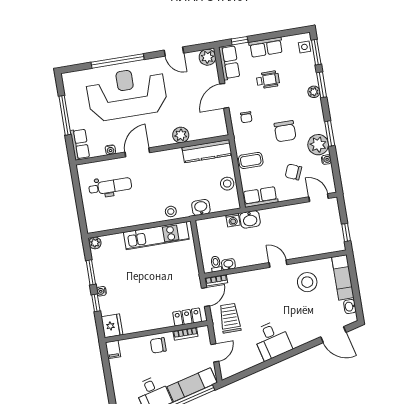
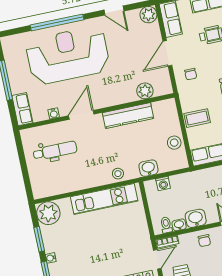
plant: (181, 135) -> (145, 91), moved
kitchen counter: (207, 151) -> (128, 116), moved
washbasin: (250, 219) -> (196, 218), moved, turned 180
washing machine: (233, 220) -> (163, 184), moved
plant: (95, 243) -> (48, 213), width x1.88, depth x1.88
chair: (253, 281) -> (204, 241), added

